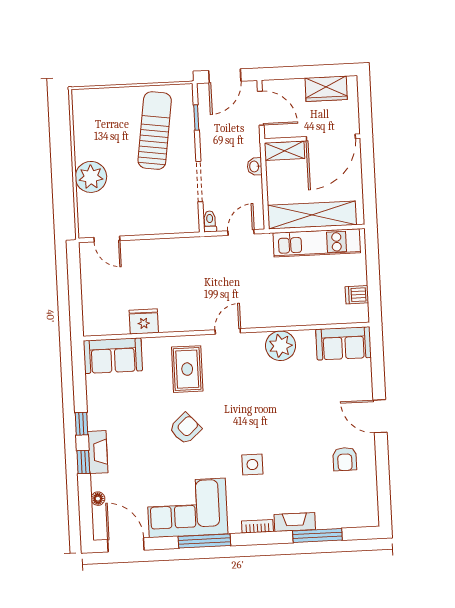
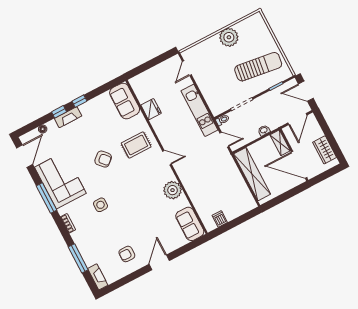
plant: (91, 177) -> (229, 37), moved
kitchen unit: (317, 243) -> (199, 110), moved
fireplace: (295, 522) -> (98, 277), moved

